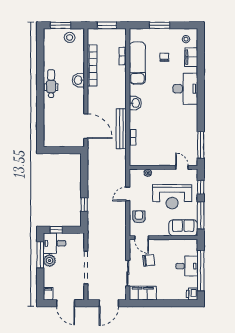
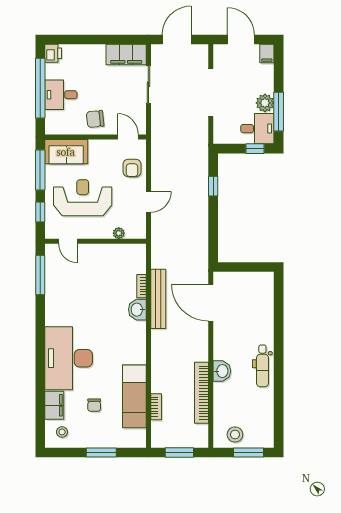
desk: (185, 89) -> (69, 358), width x1.36, depth x1.30
washbasin: (135, 103) -> (137, 310), moved
chair: (149, 260) -> (95, 119), moved

